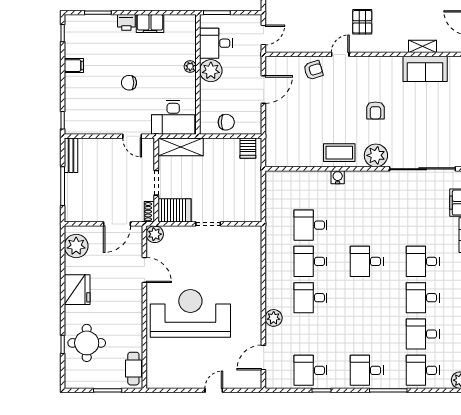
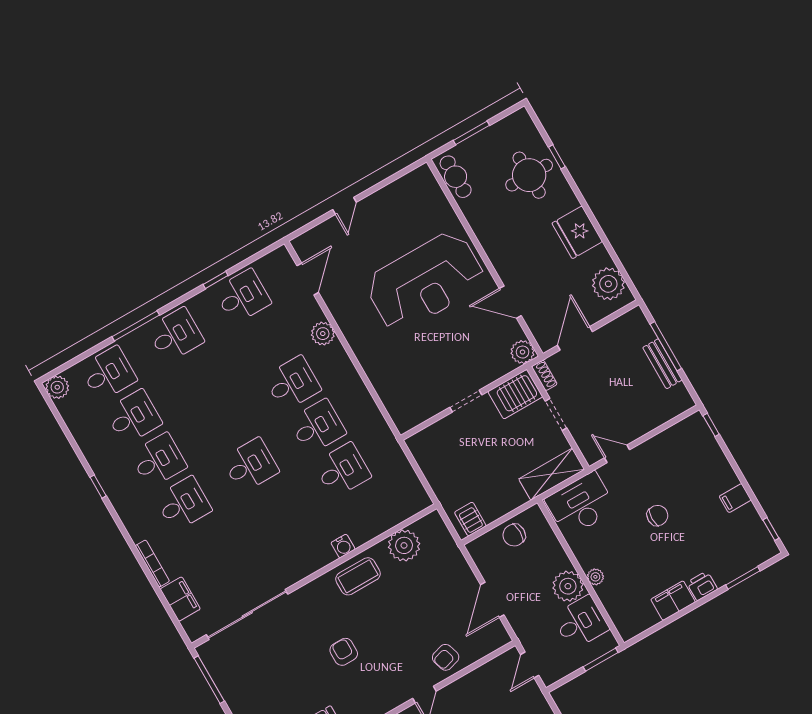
bench: (71, 155) -> (662, 364), moved
plant: (376, 155) -> (404, 545), moved

